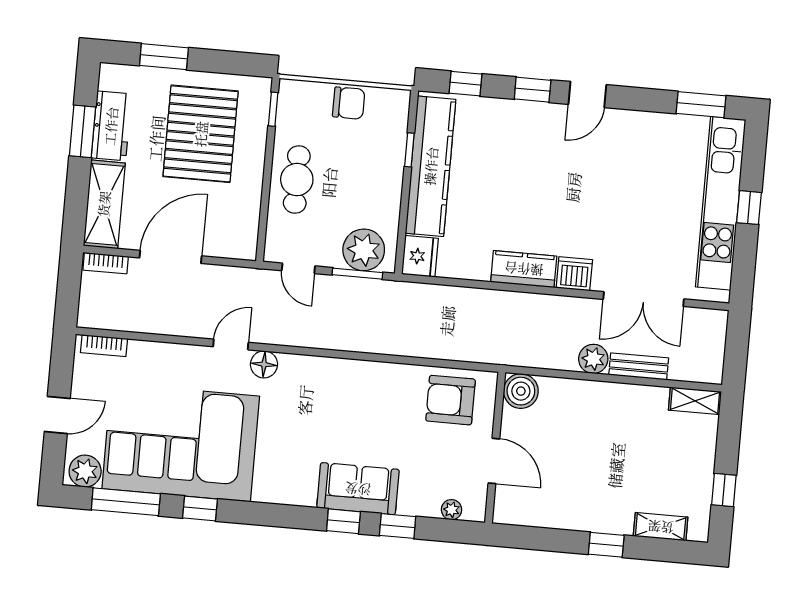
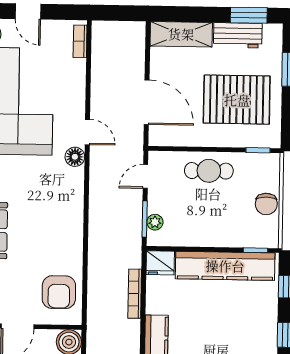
window: (83, 131) -> (249, 15), moved
window: (409, 150) -> (255, 250), moved
plant: (364, 250) -> (155, 222), width x0.53, depth x0.53
door: (171, 257) -> (147, 102), moved
bookcase: (106, 263) -> (135, 294), moved, width x1.56
armchair: (451, 400) -> (59, 292), turned 180

